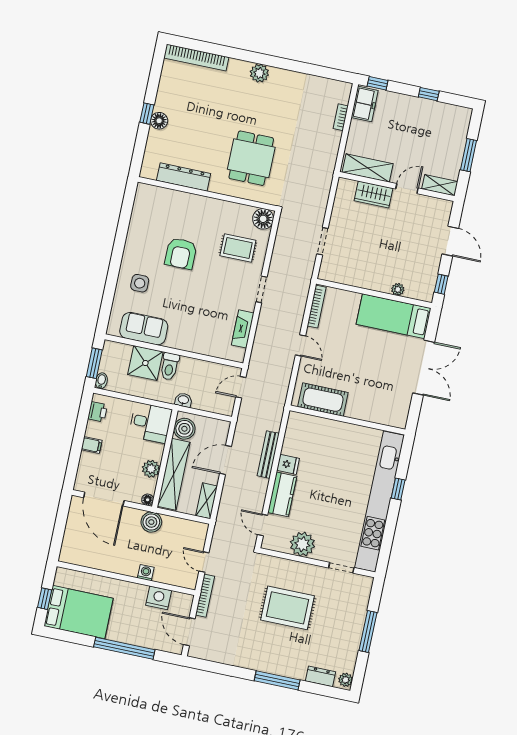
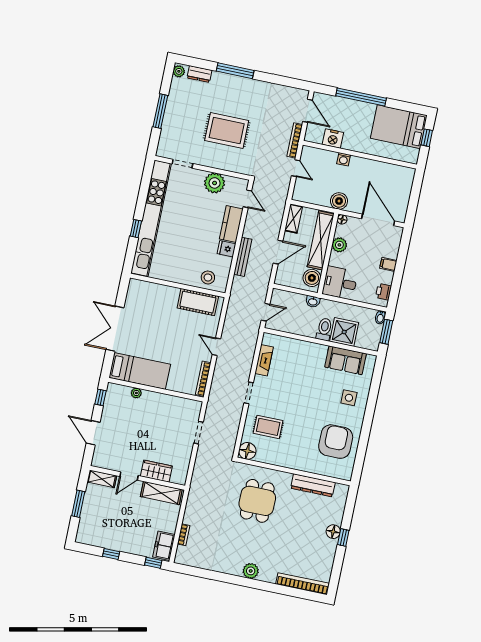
armchair: (181, 253) -> (336, 442), moved, width x1.36, depth x1.36
stool: (311, 430) -> (208, 277), added

